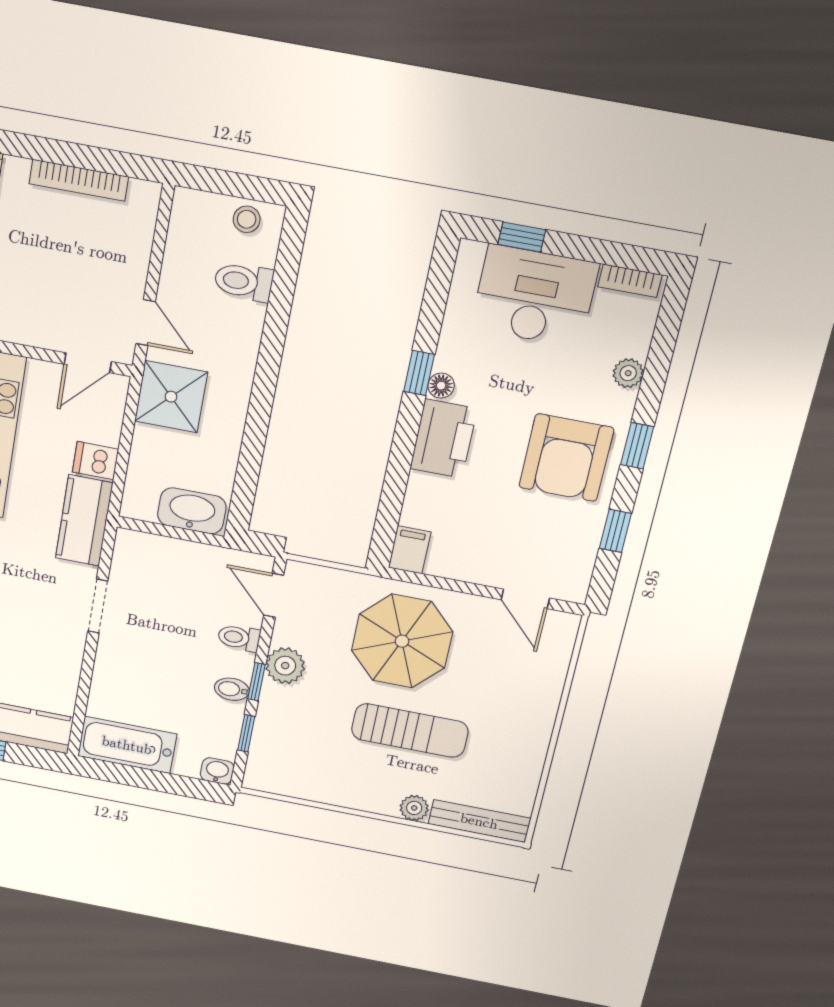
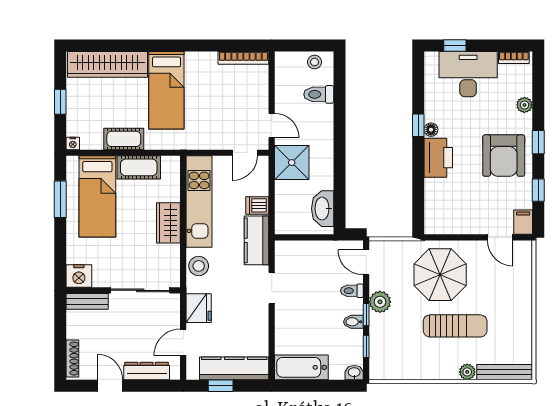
bookcase: (79, 180) -> (243, 58), moved
washbasin: (192, 511) -> (323, 209), moved, turned -90
filing cabinet: (410, 550) -> (523, 222), moved

